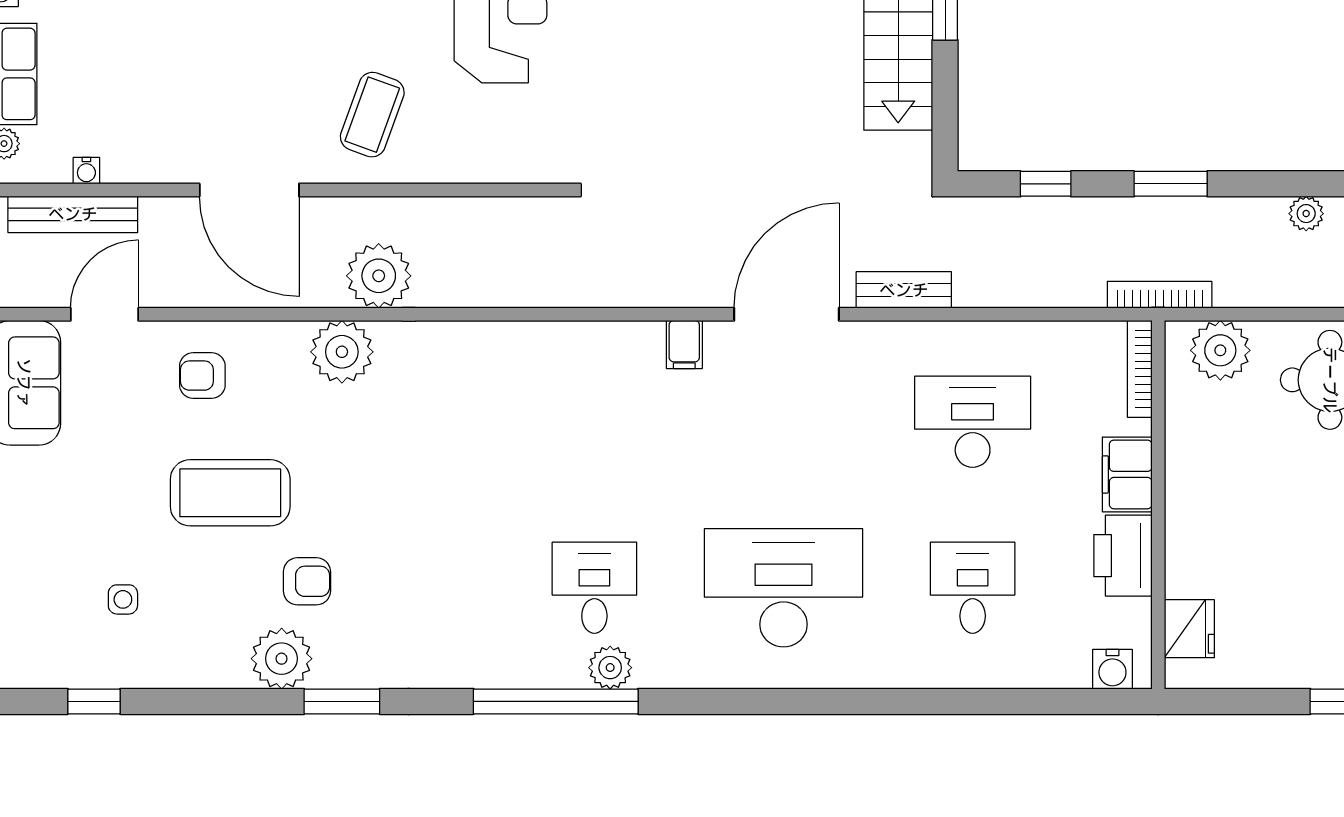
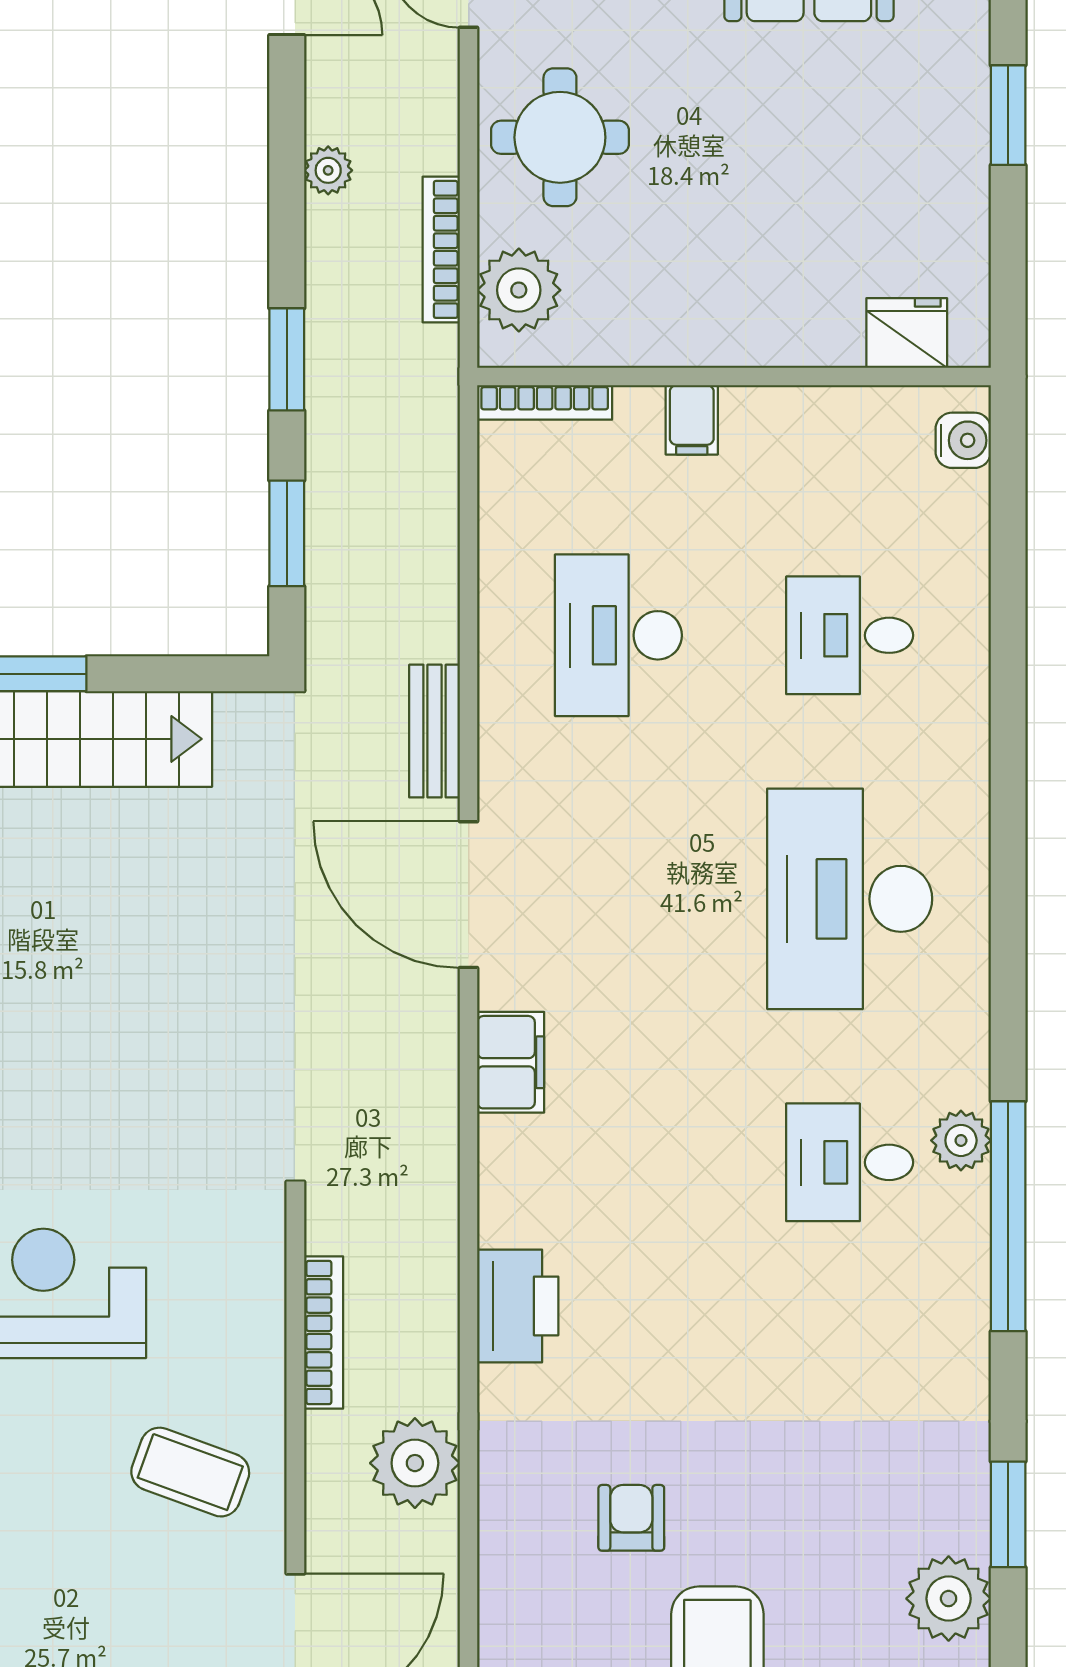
window: (1046, 184) -> (287, 533), width x1.50
bookcase: (472, 210) -> (324, 1332), added
bookcase: (1160, 295) -> (441, 249), moved
filing cabinet: (684, 345) -> (511, 1062), width x2.00
plant: (342, 352) -> (521, 1514), removed
filing cabinet: (1127, 474) -> (692, 420), width x0.50
printer: (1123, 556) -> (518, 1306), moved, turned -90
armchair: (307, 581) -> (631, 1518), moved

